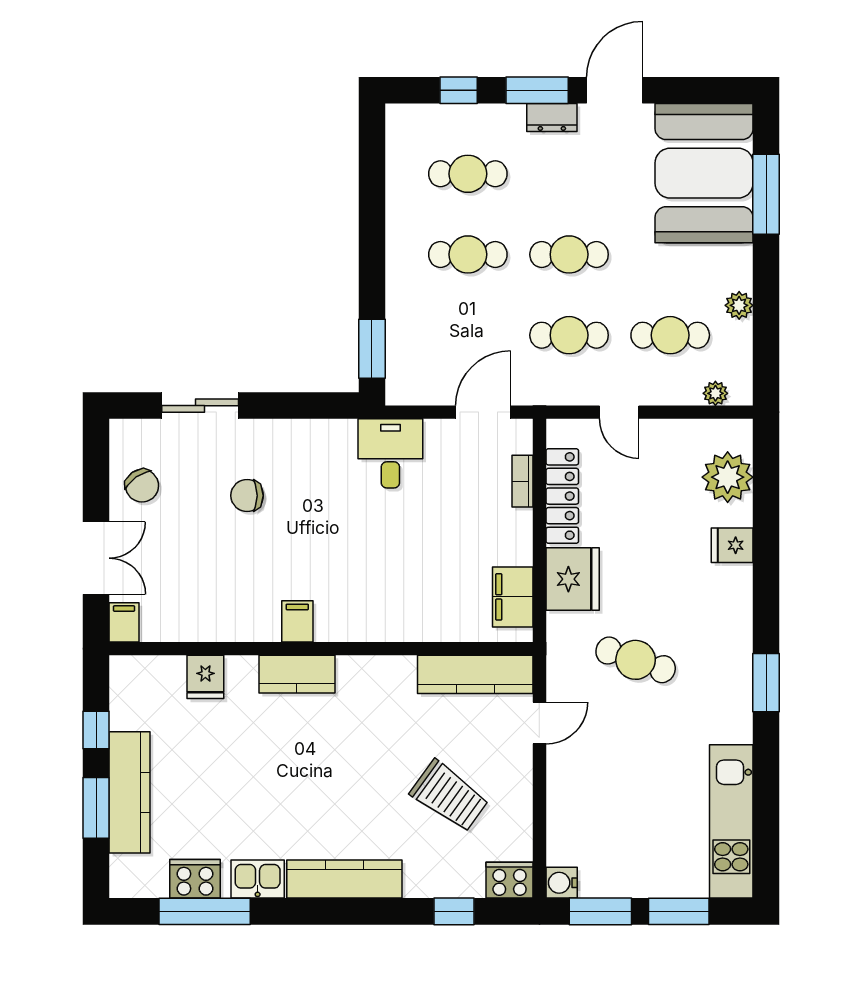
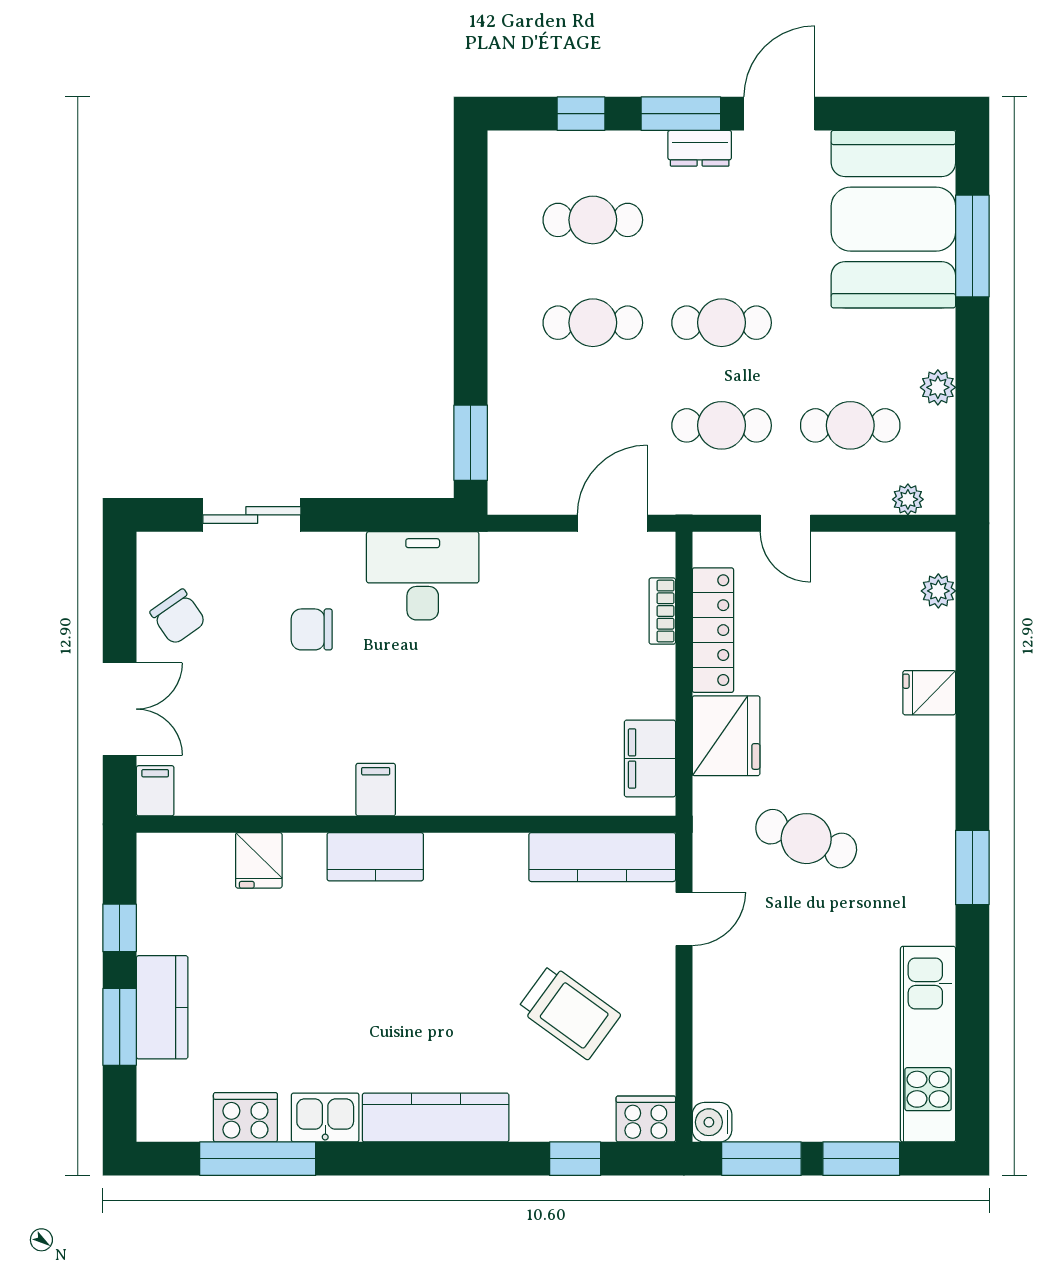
desk: (390, 453) -> (423, 576), moved, width x1.37
plant: (728, 477) -> (938, 591), width x0.53, depth x0.53
kitchen counter: (129, 792) -> (162, 1007), width x0.67

